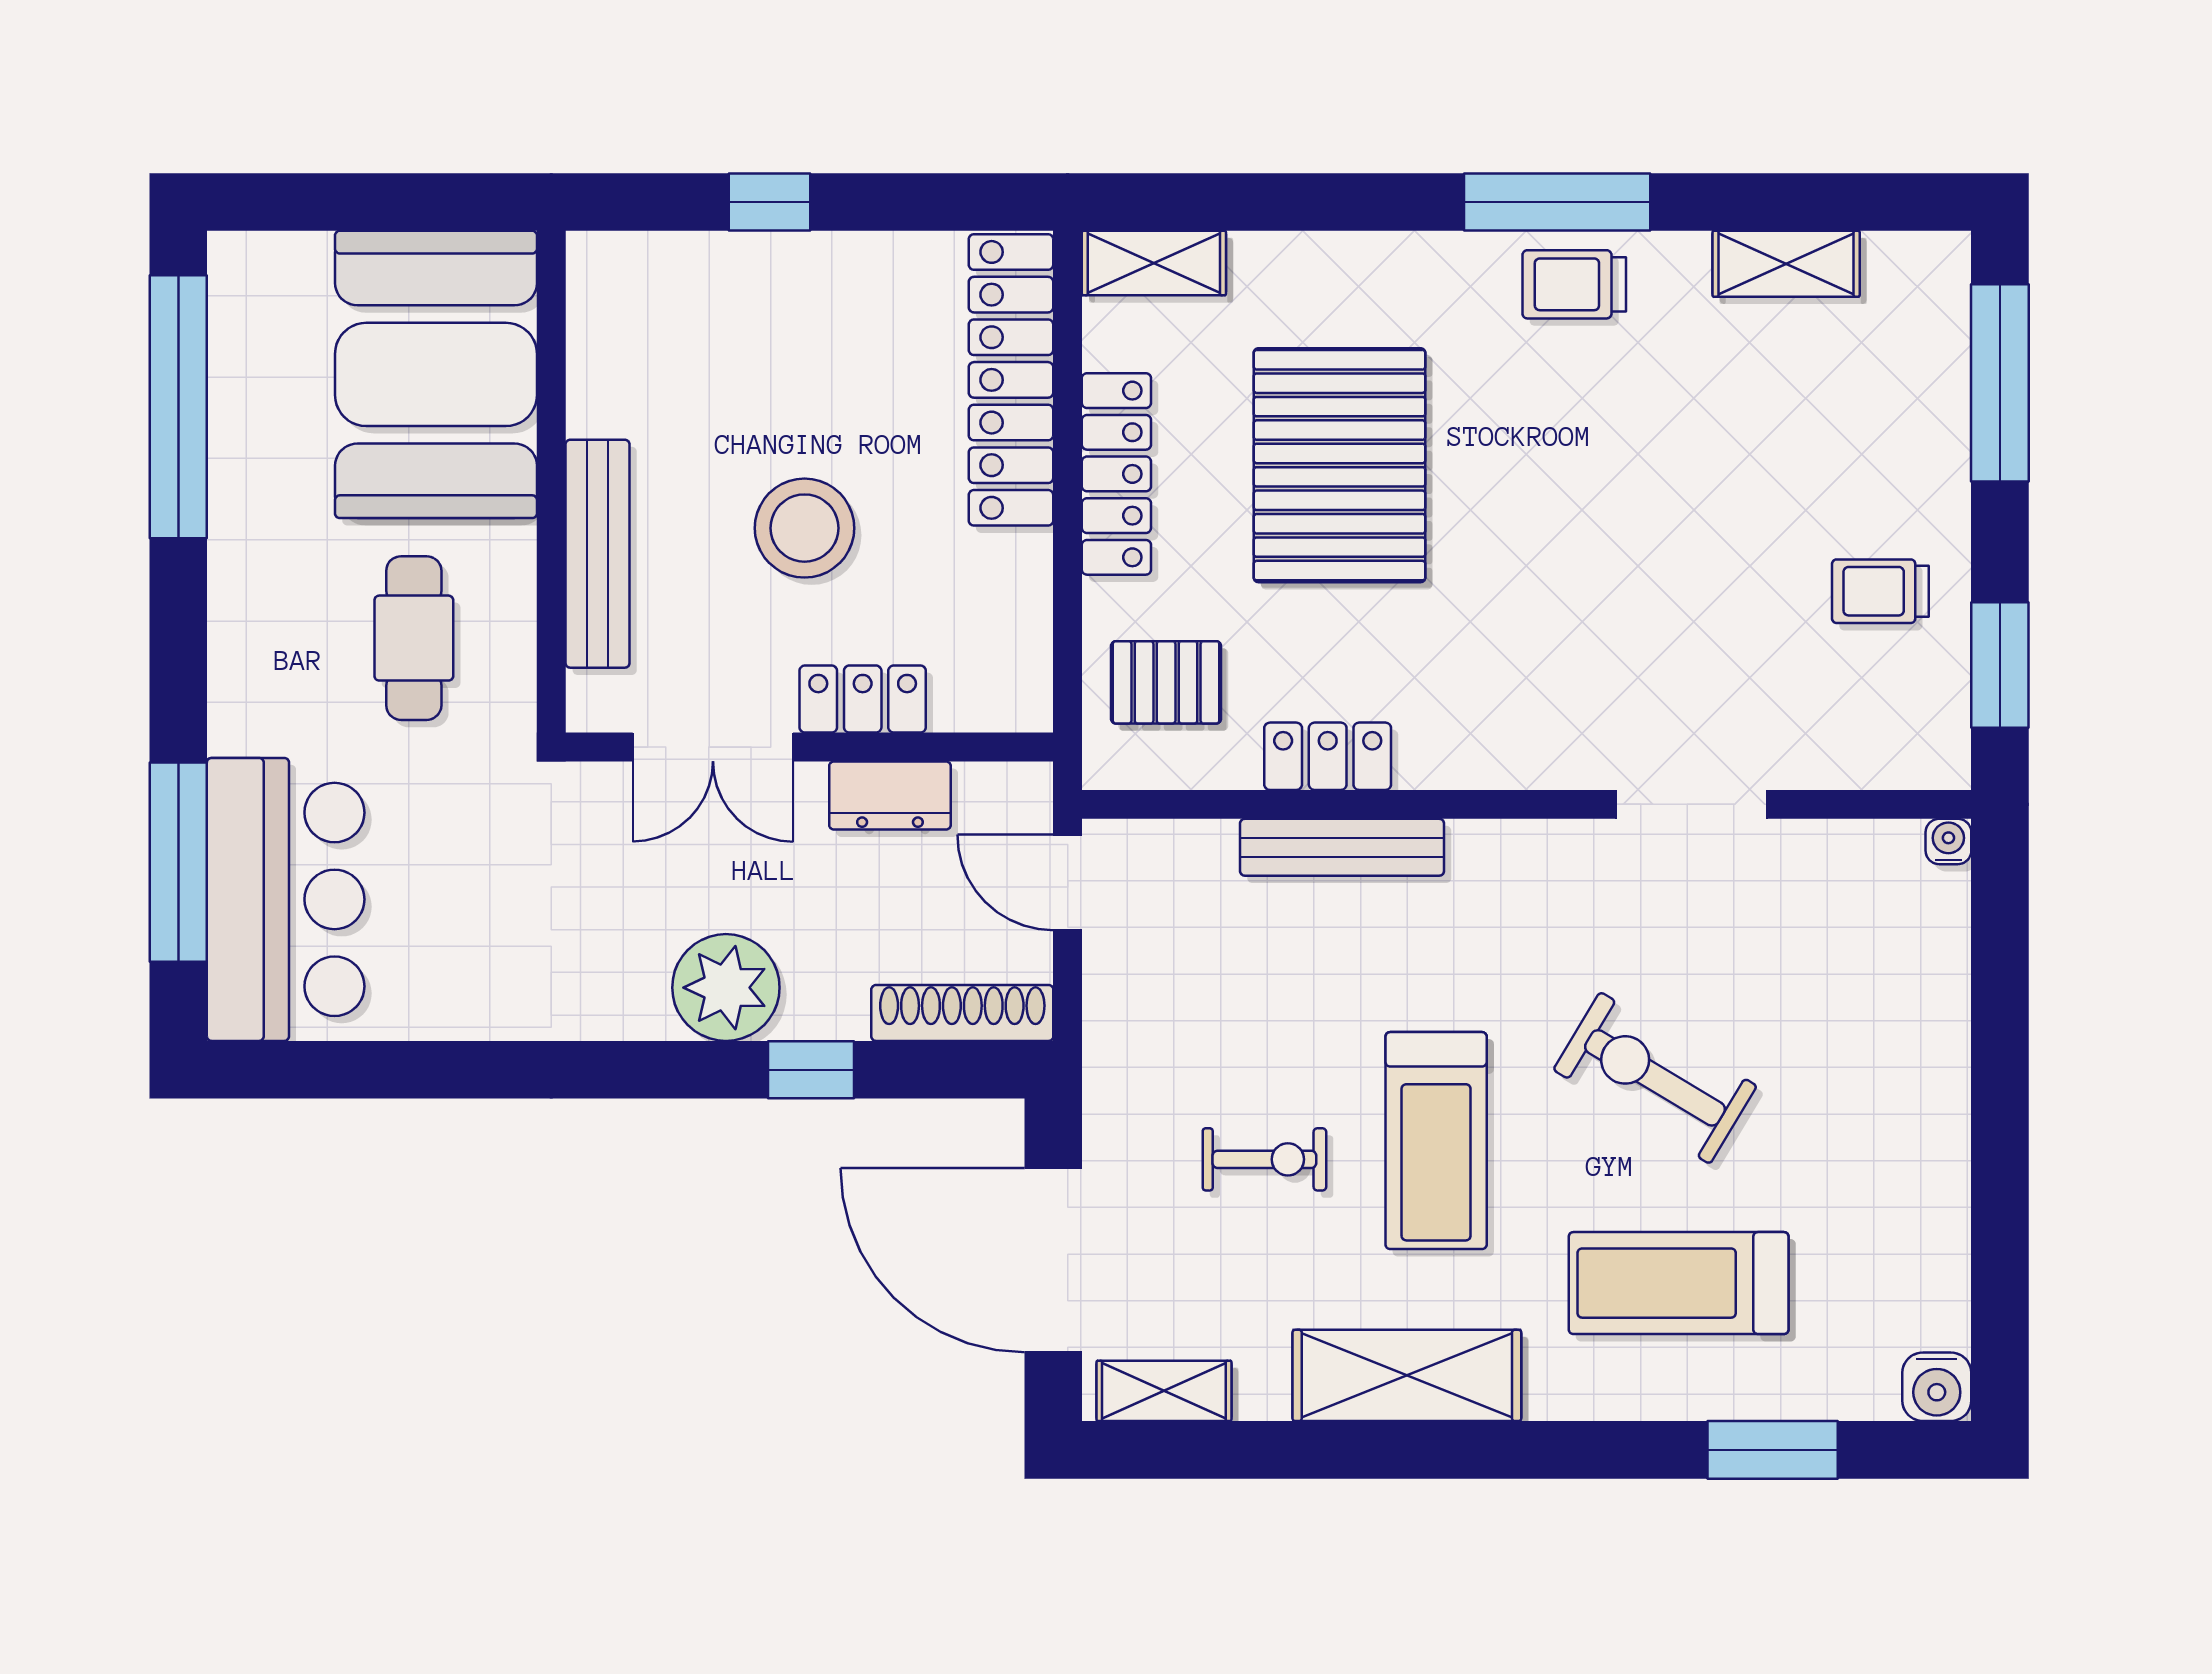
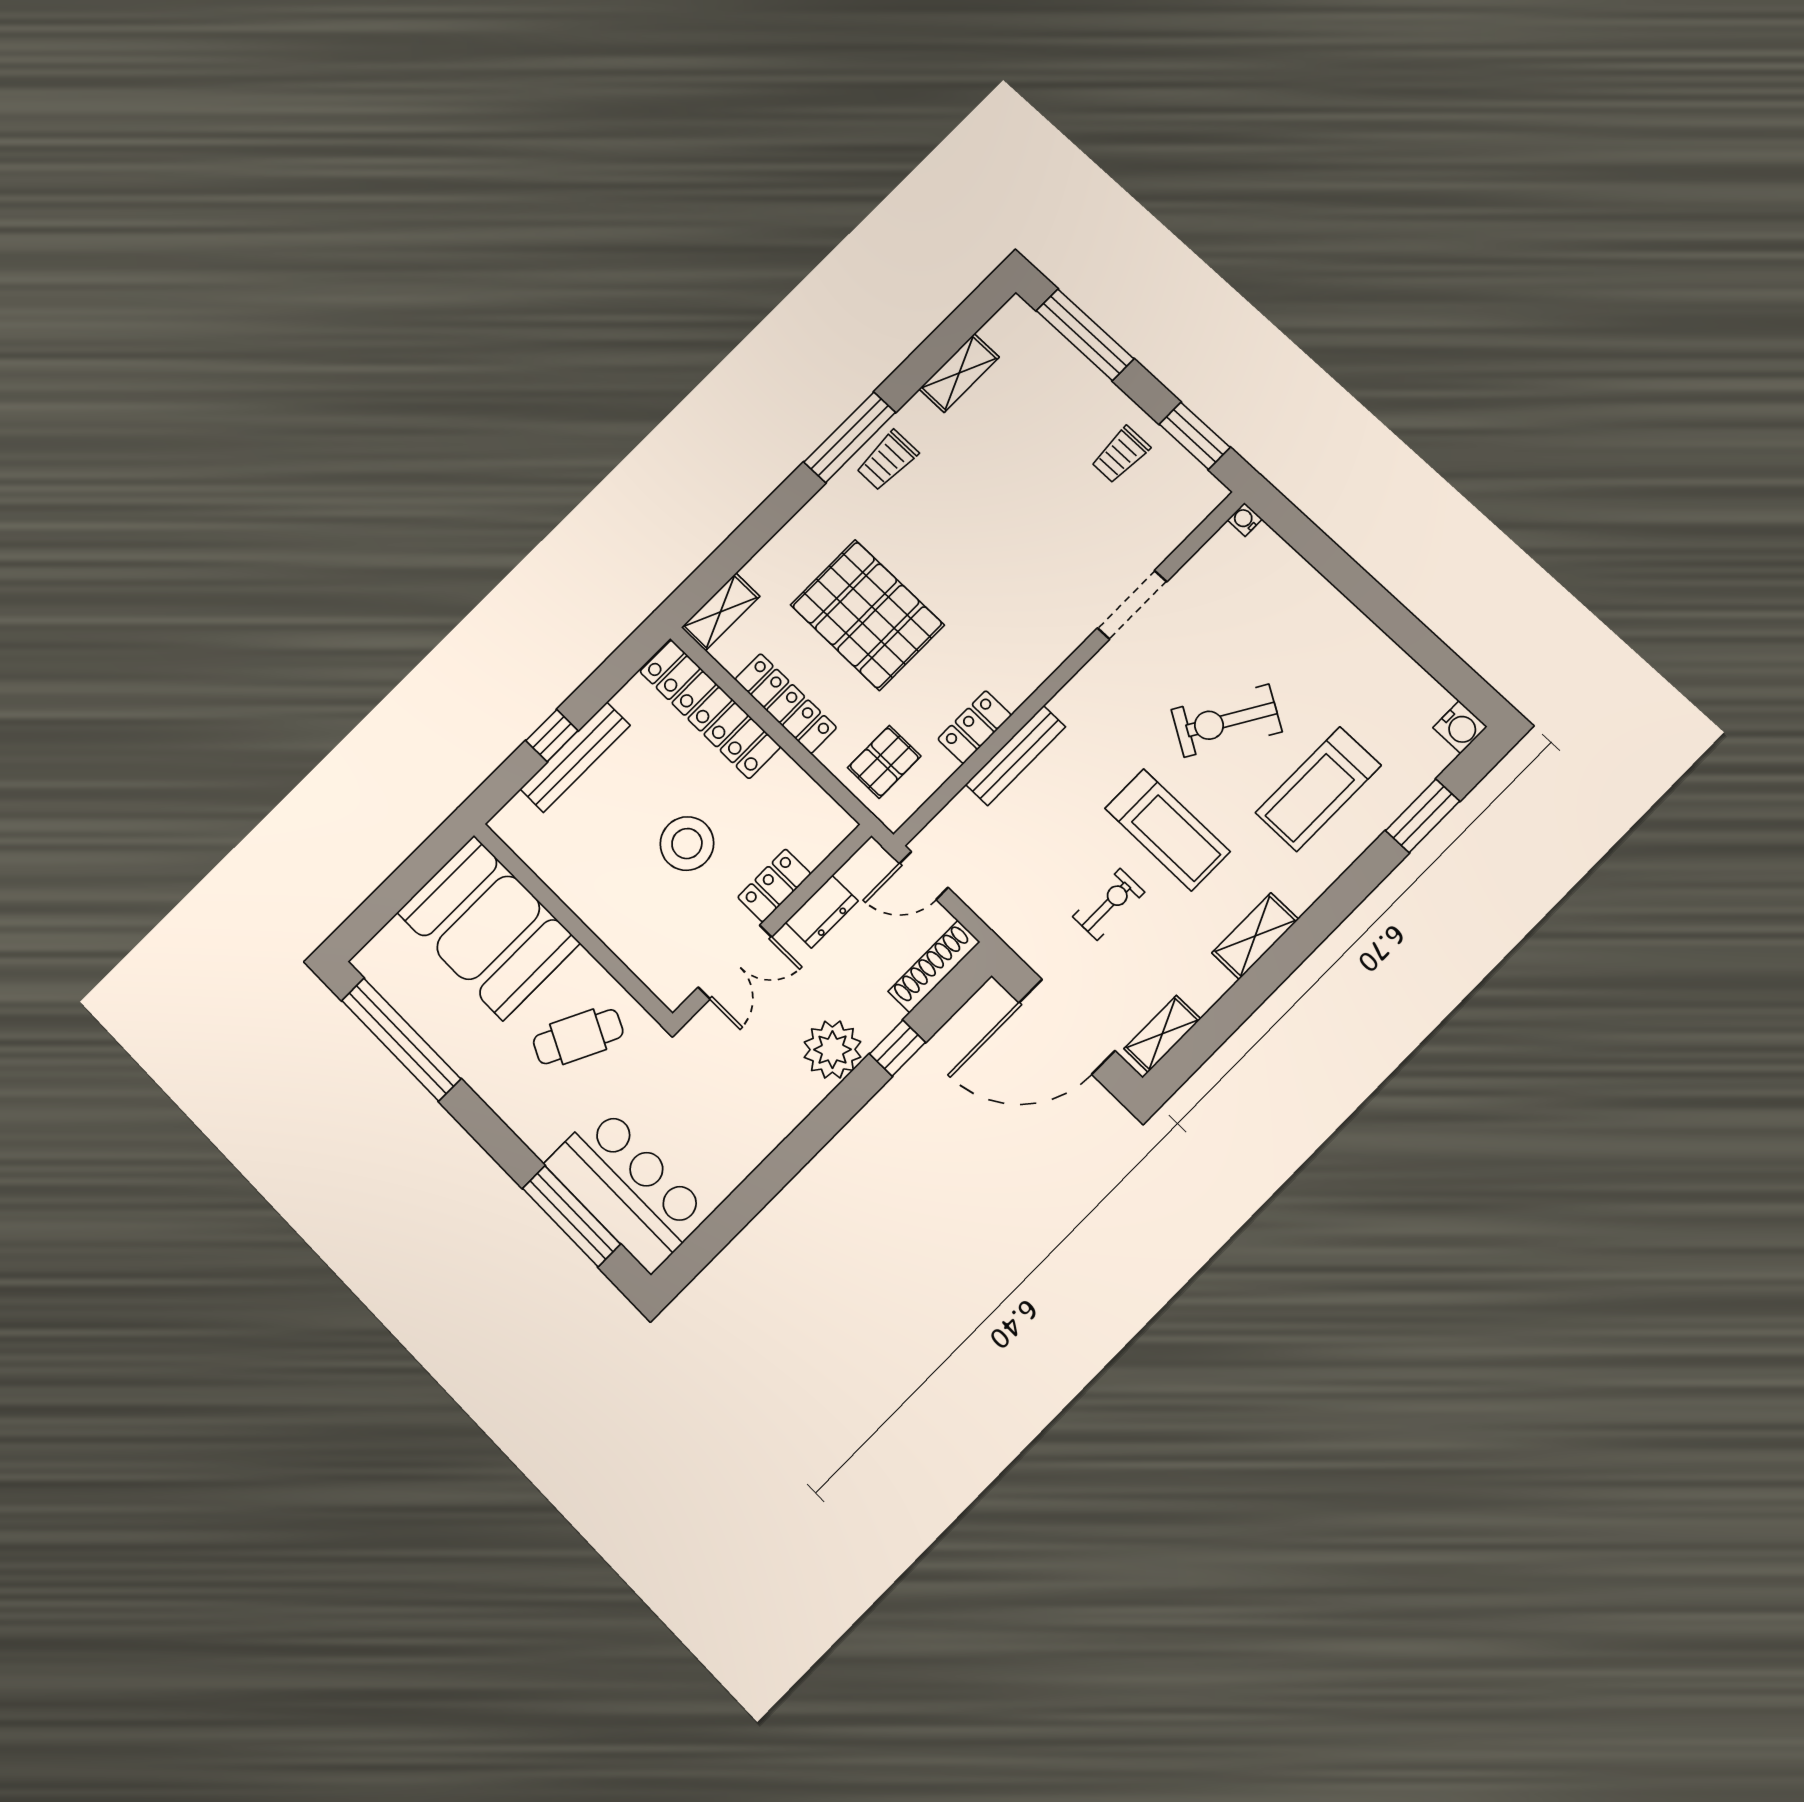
bench: (598, 554) -> (575, 757), moved, turned 90
cafe table: (414, 638) -> (578, 1037), turned -64
shelving: (1407, 1375) -> (1255, 936), width x0.67, depth x0.75

